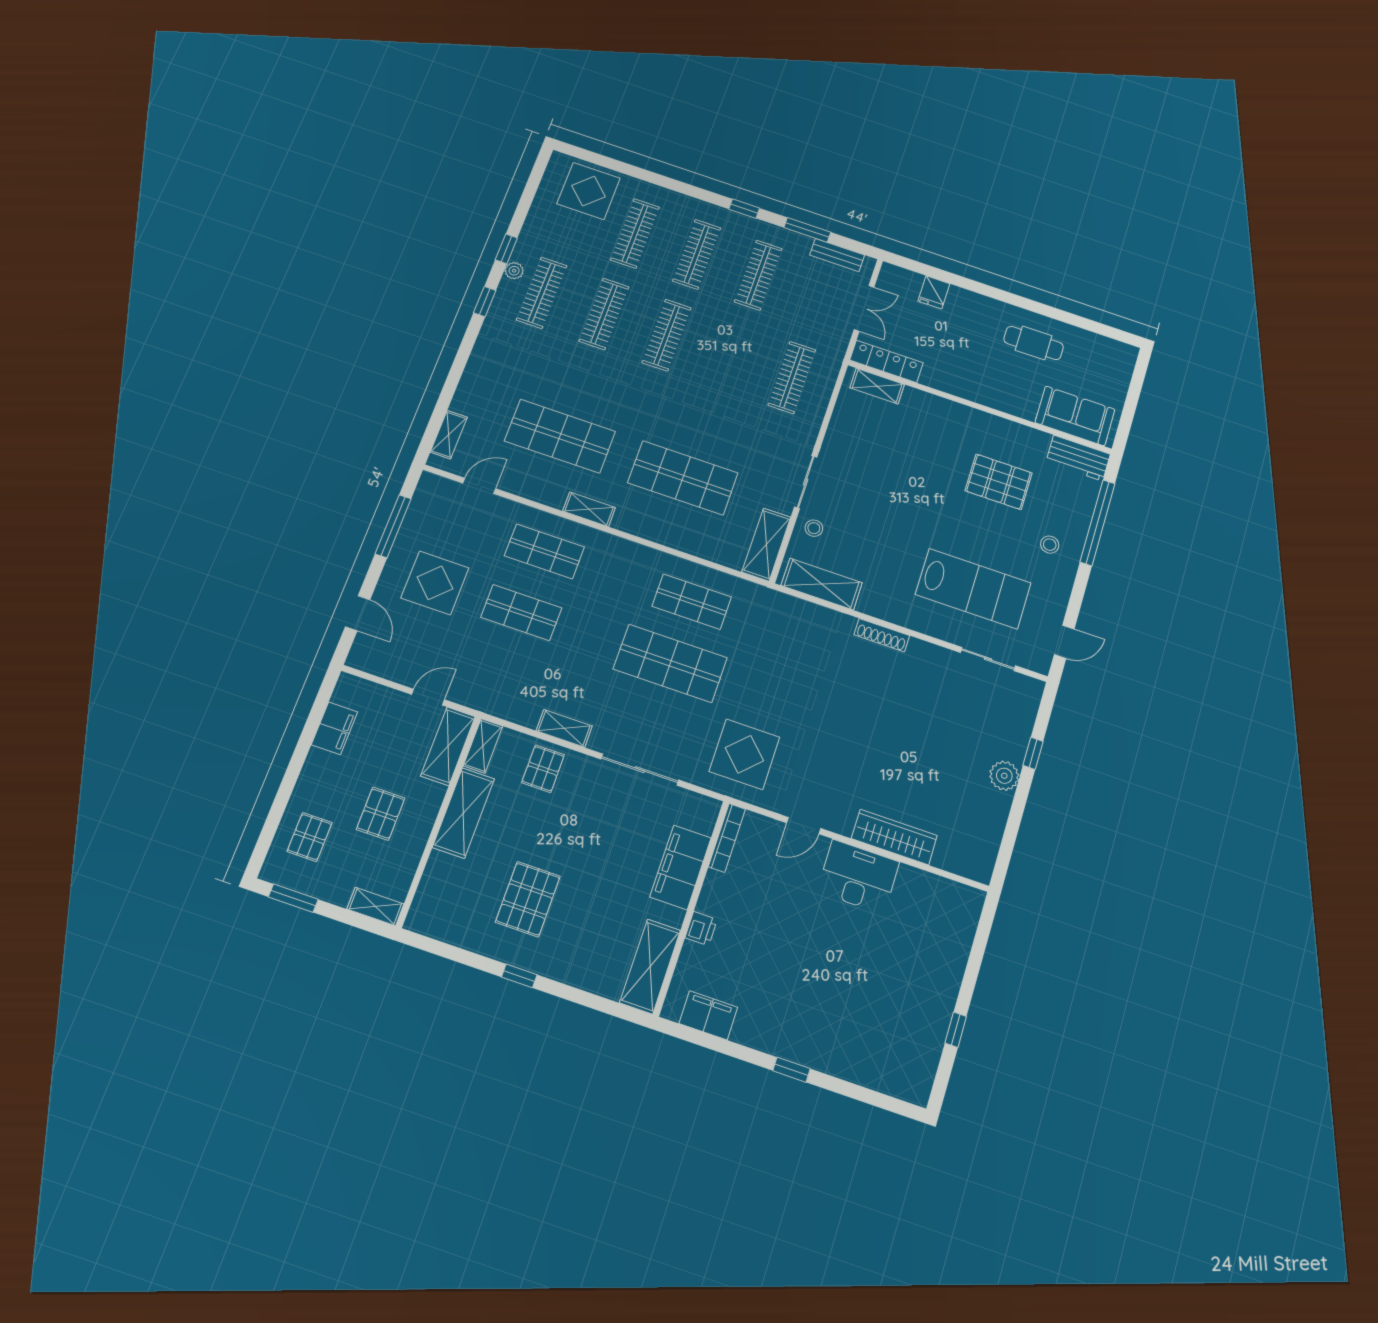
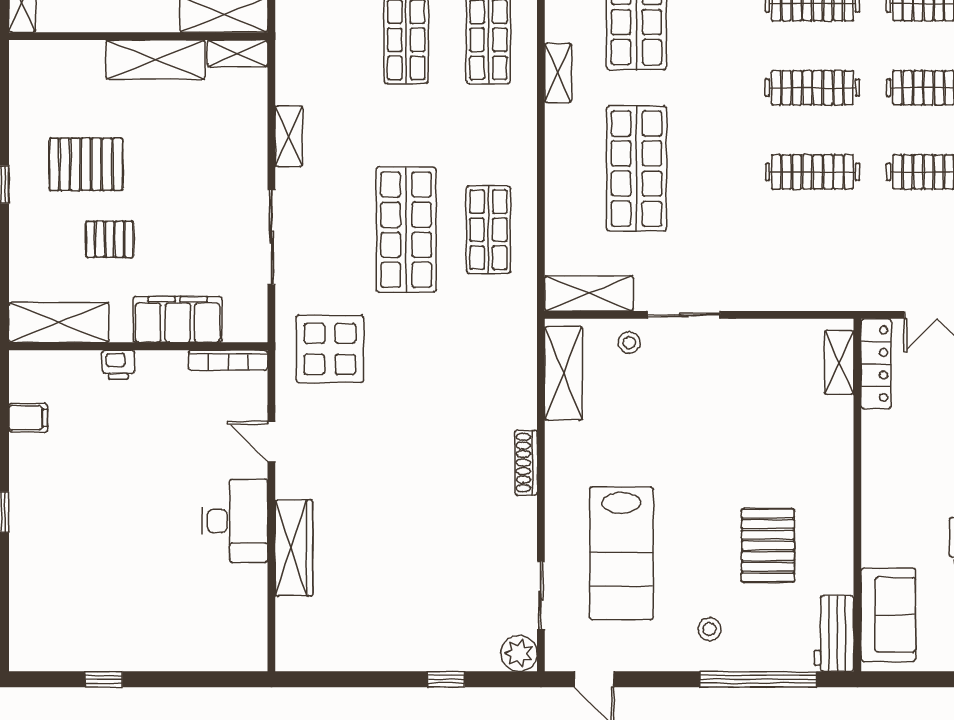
clothes rail: (792, 378) -> (812, 172), moved
pallet: (543, 769) -> (110, 239), moved
plant: (1004, 776) -> (519, 653), moved
filing cabinet: (708, 1015) -> (28, 418), width x0.50

